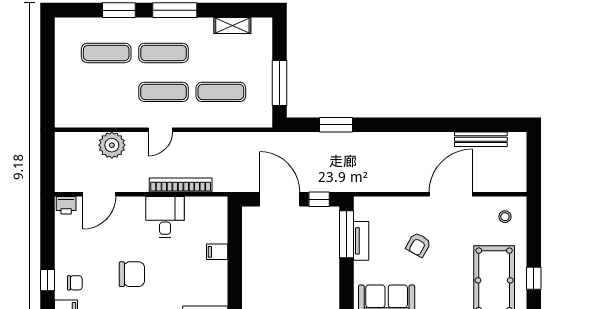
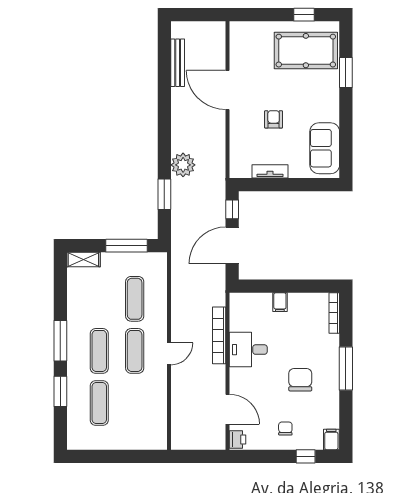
shelving: (232, 25) -> (83, 259), moved, turned 90
door: (160, 130) -> (169, 354), hinge flipped
plant: (112, 145) -> (183, 165), moved
stool: (505, 217) -> (248, 41), removed
window: (346, 234) -> (264, 185), removed
armchair: (418, 245) -> (274, 119), turned -119
chair: (75, 283) -> (285, 429), moved

